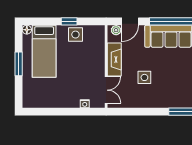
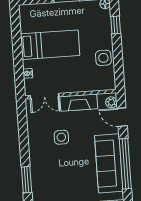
window: (69, 21) -> (116, 25), moved
bed: (44, 51) -> (50, 45), moved, turned 180

